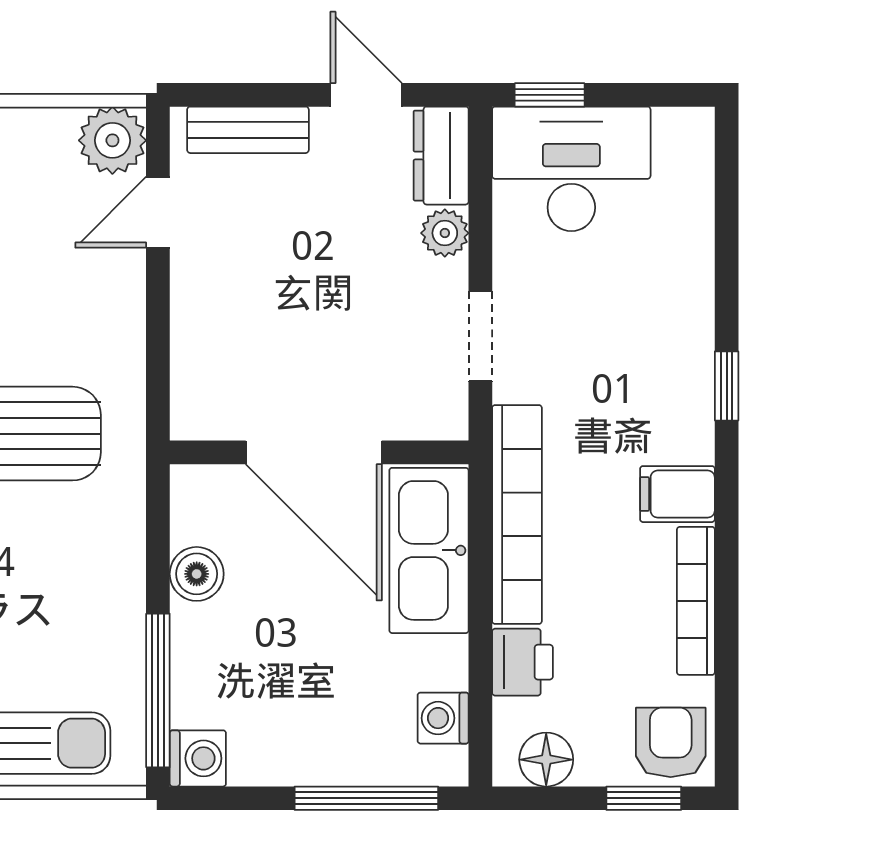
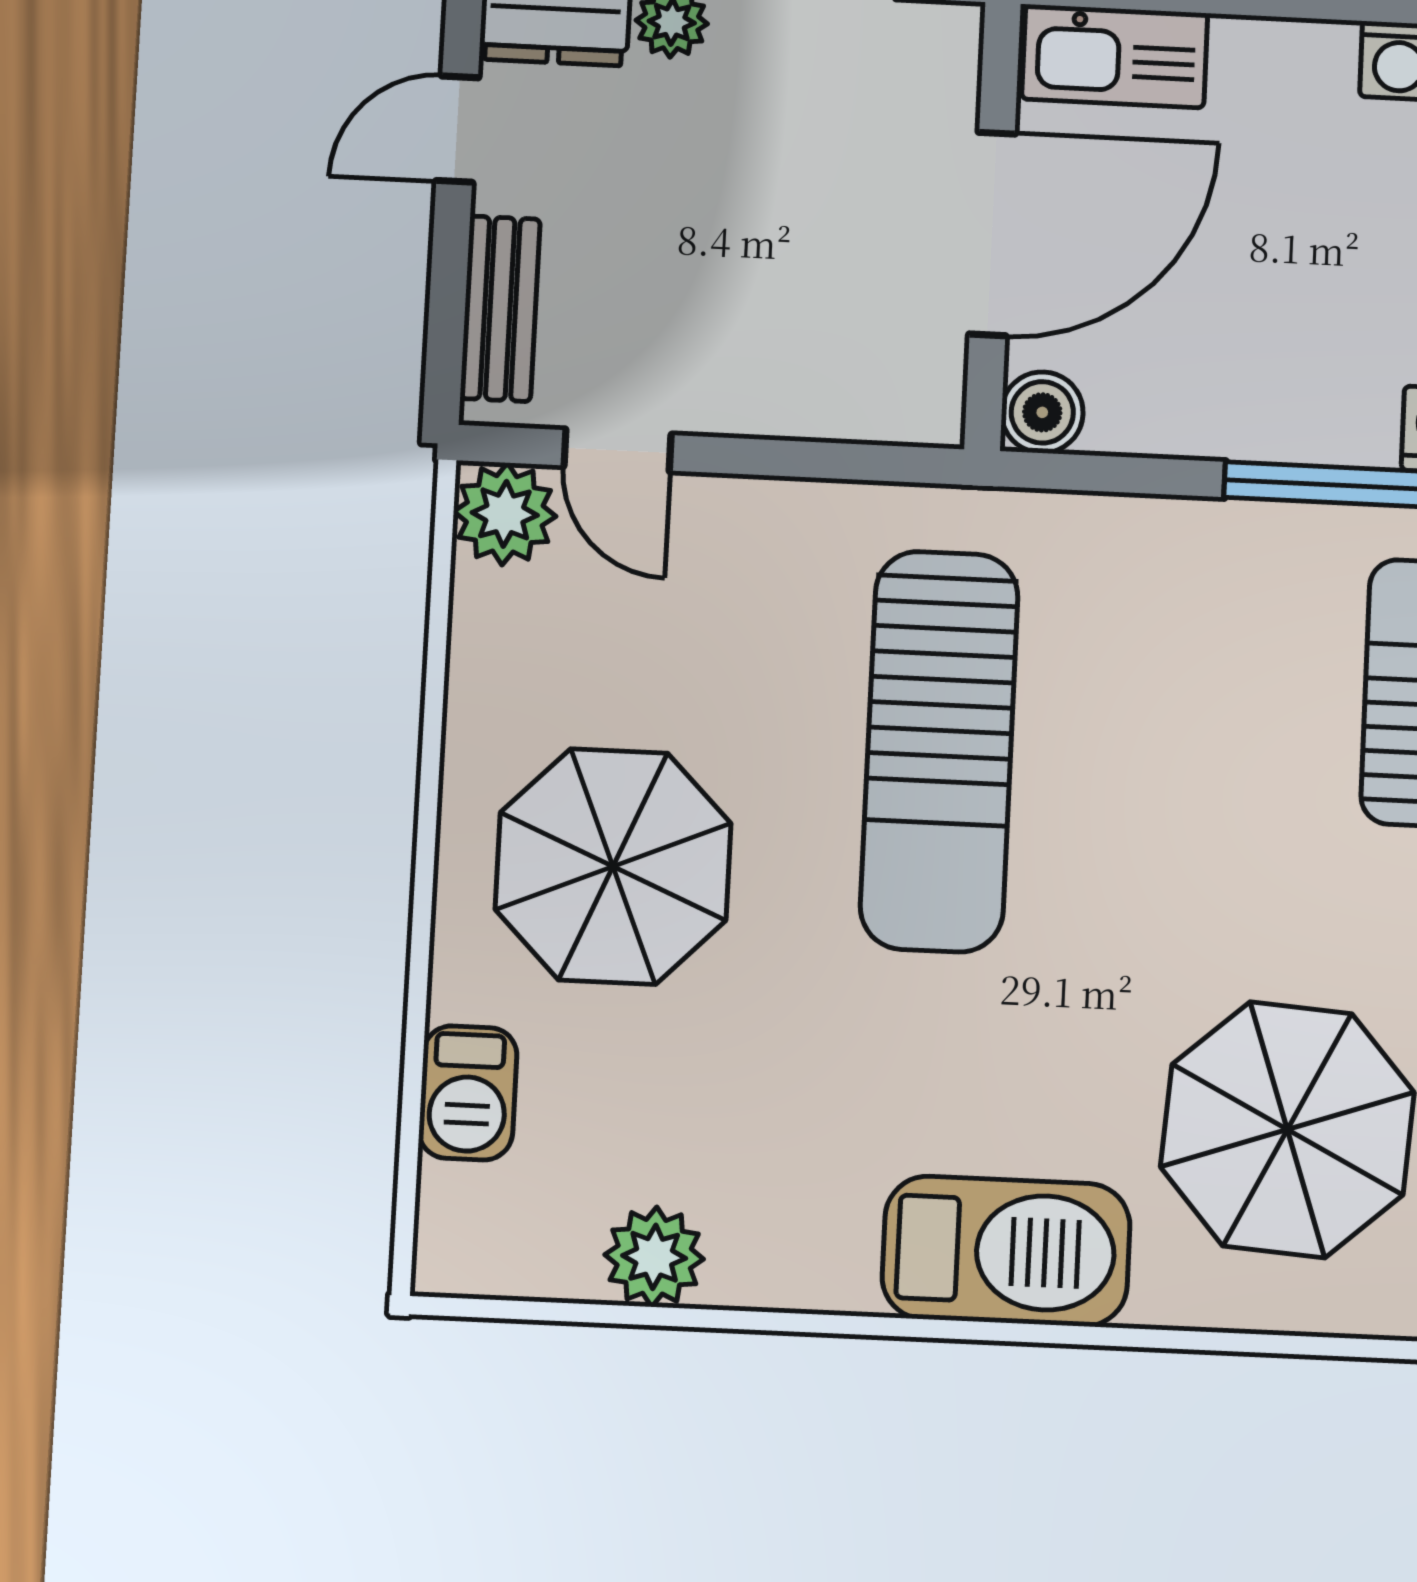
kitchen sink: (429, 550) -> (1115, 56), width x0.73, depth x0.81
boiler: (197, 574) -> (1042, 412), moved

